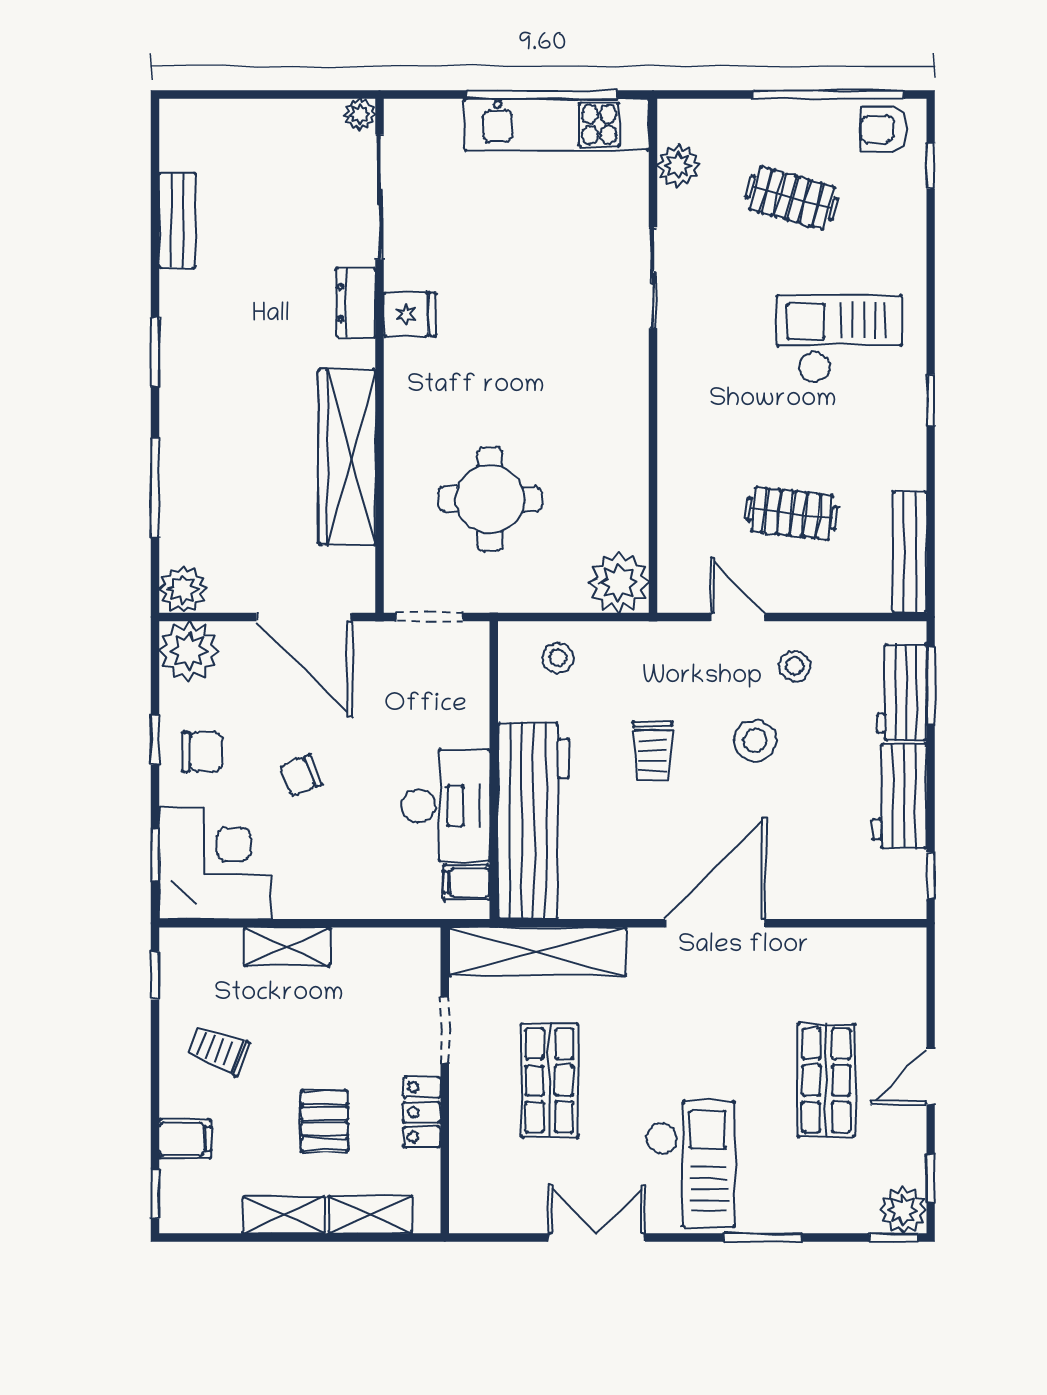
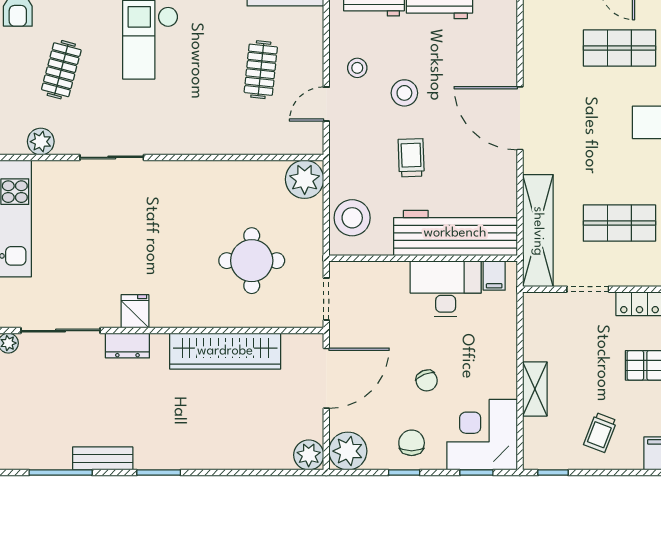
bench: (177, 221) -> (103, 458), moved
window: (155, 488) -> (61, 473), moved
stool: (558, 658) -> (352, 218), width x1.89, depth x1.89
trolley: (653, 751) -> (411, 158), turned -92

